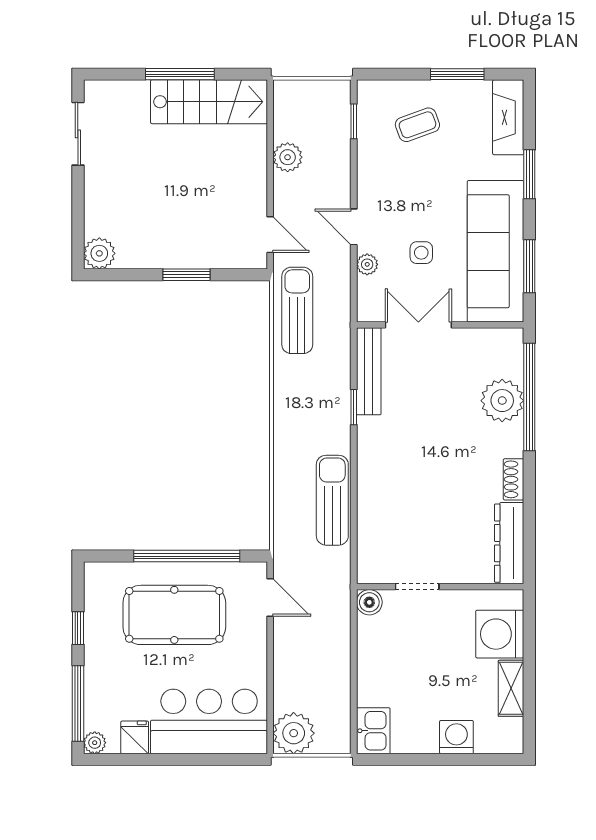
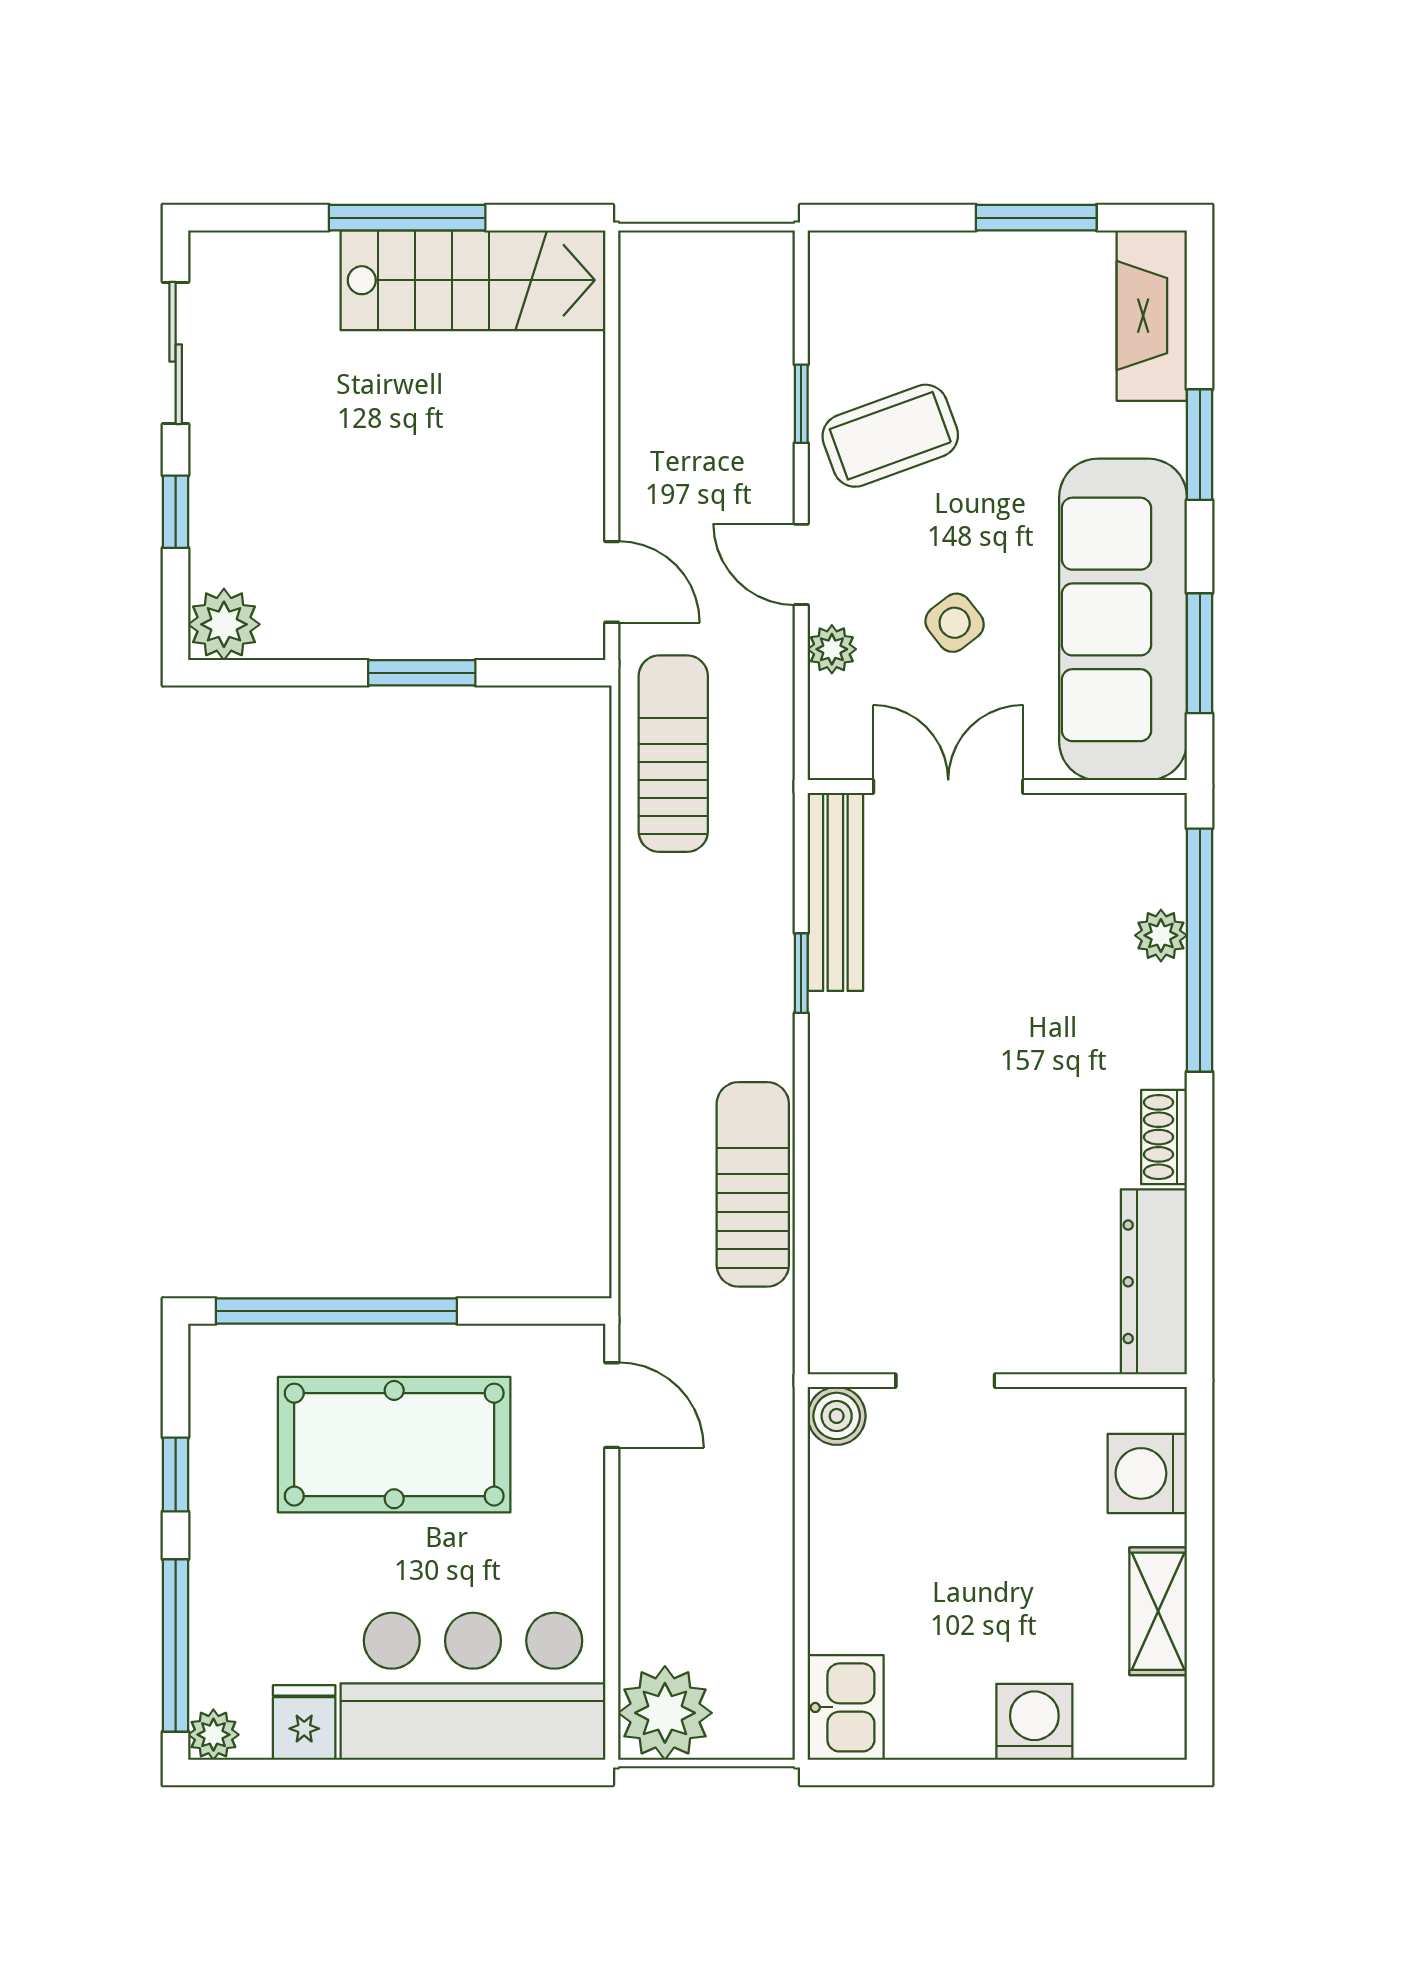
window: (354, 121) -> (801, 404), moved
coffee table: (417, 125) -> (890, 436), moved, width x1.36, depth x1.30
plant: (288, 157) -> (651, 406), removed
window: (78, 204) -> (176, 512), added
side table: (421, 253) -> (955, 623), turned -38
plant: (502, 401) -> (1161, 935), width x0.53, depth x0.53
window: (187, 556) -> (336, 1311), moved
washing machine: (500, 634) -> (1147, 1473), width x0.73, depth x0.73

